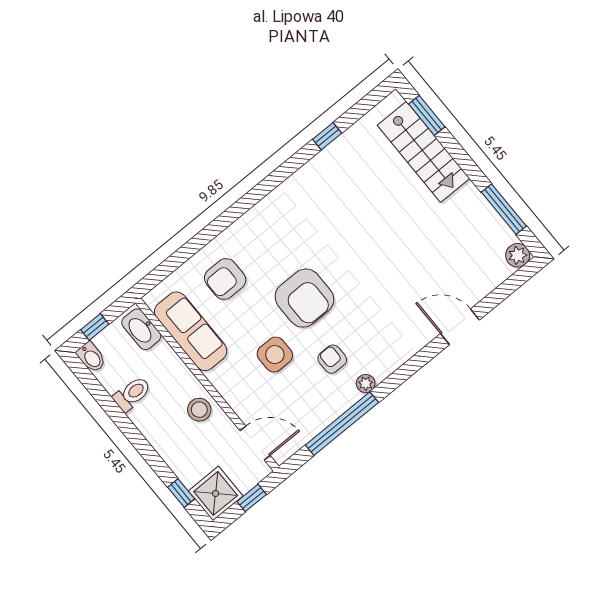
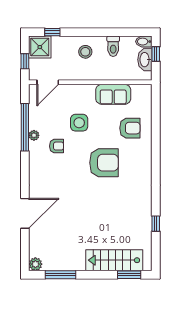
armchair: (225, 279) -> (130, 128), turned 90
armchair: (304, 298) -> (104, 163), moved, turned 180
door: (460, 327) -> (25, 213), width x1.36
washbasin: (141, 329) -> (145, 60), moved, turned -90
sofa: (191, 331) -> (113, 94), width x0.73
plant: (366, 384) -> (34, 135), moved
stool: (199, 410) -> (85, 52), moved

